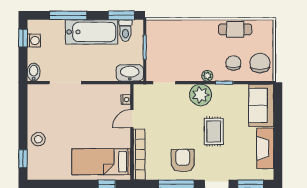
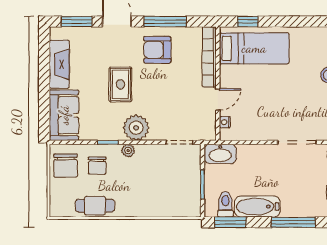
bathtub: (92, 32) -> (257, 207), width x0.73, depth x0.73
armchair: (183, 161) -> (157, 50), turned 90

